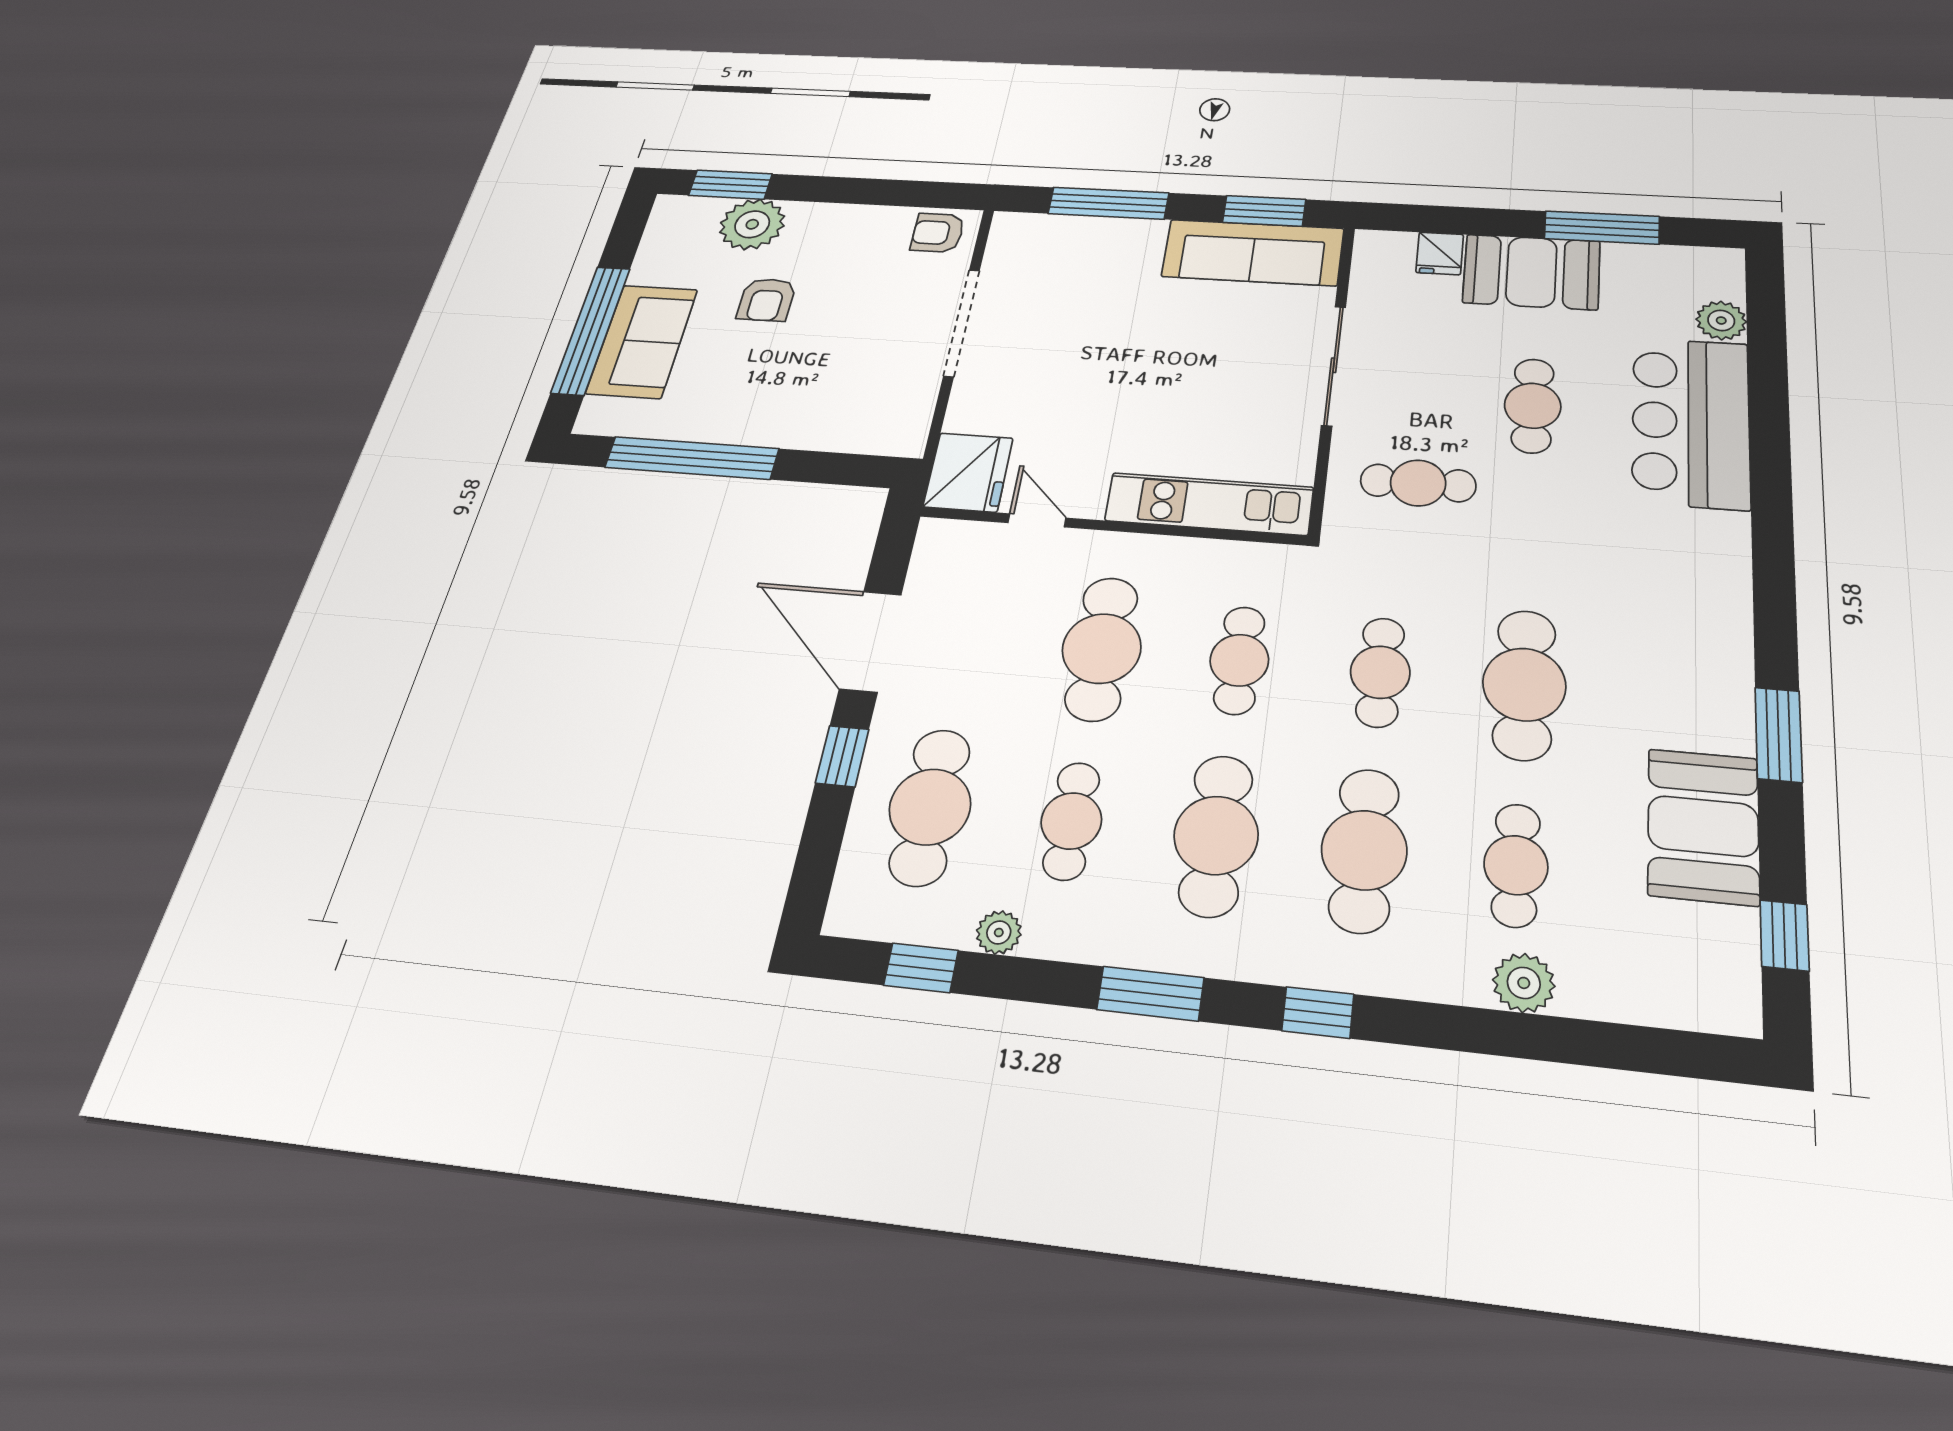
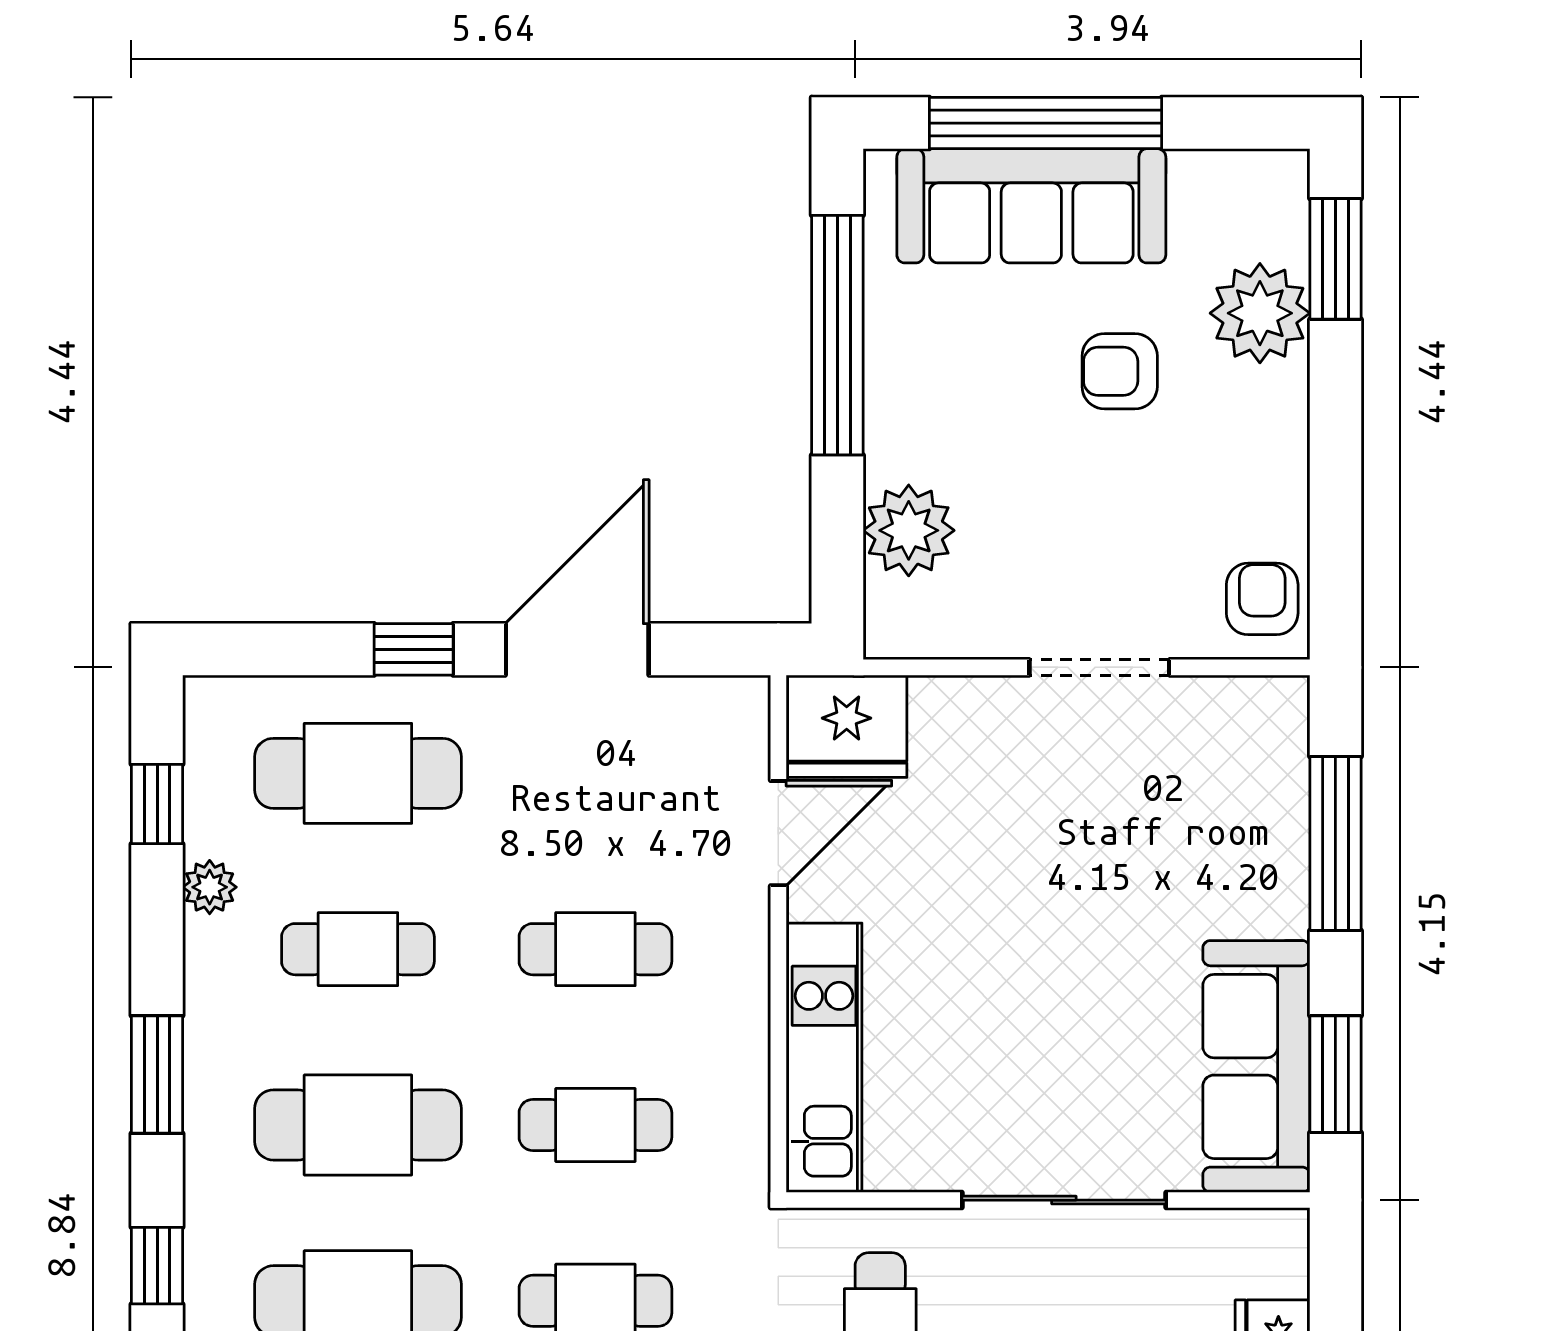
doorway: (962, 323) -> (1099, 667), width x0.73
sofa: (642, 341) -> (1031, 206), width x1.36
plant: (839, 425) -> (909, 530), added
door: (1037, 520) -> (778, 833), width x1.38
cafe table: (1102, 648) -> (595, 949), width x0.73, depth x0.74

